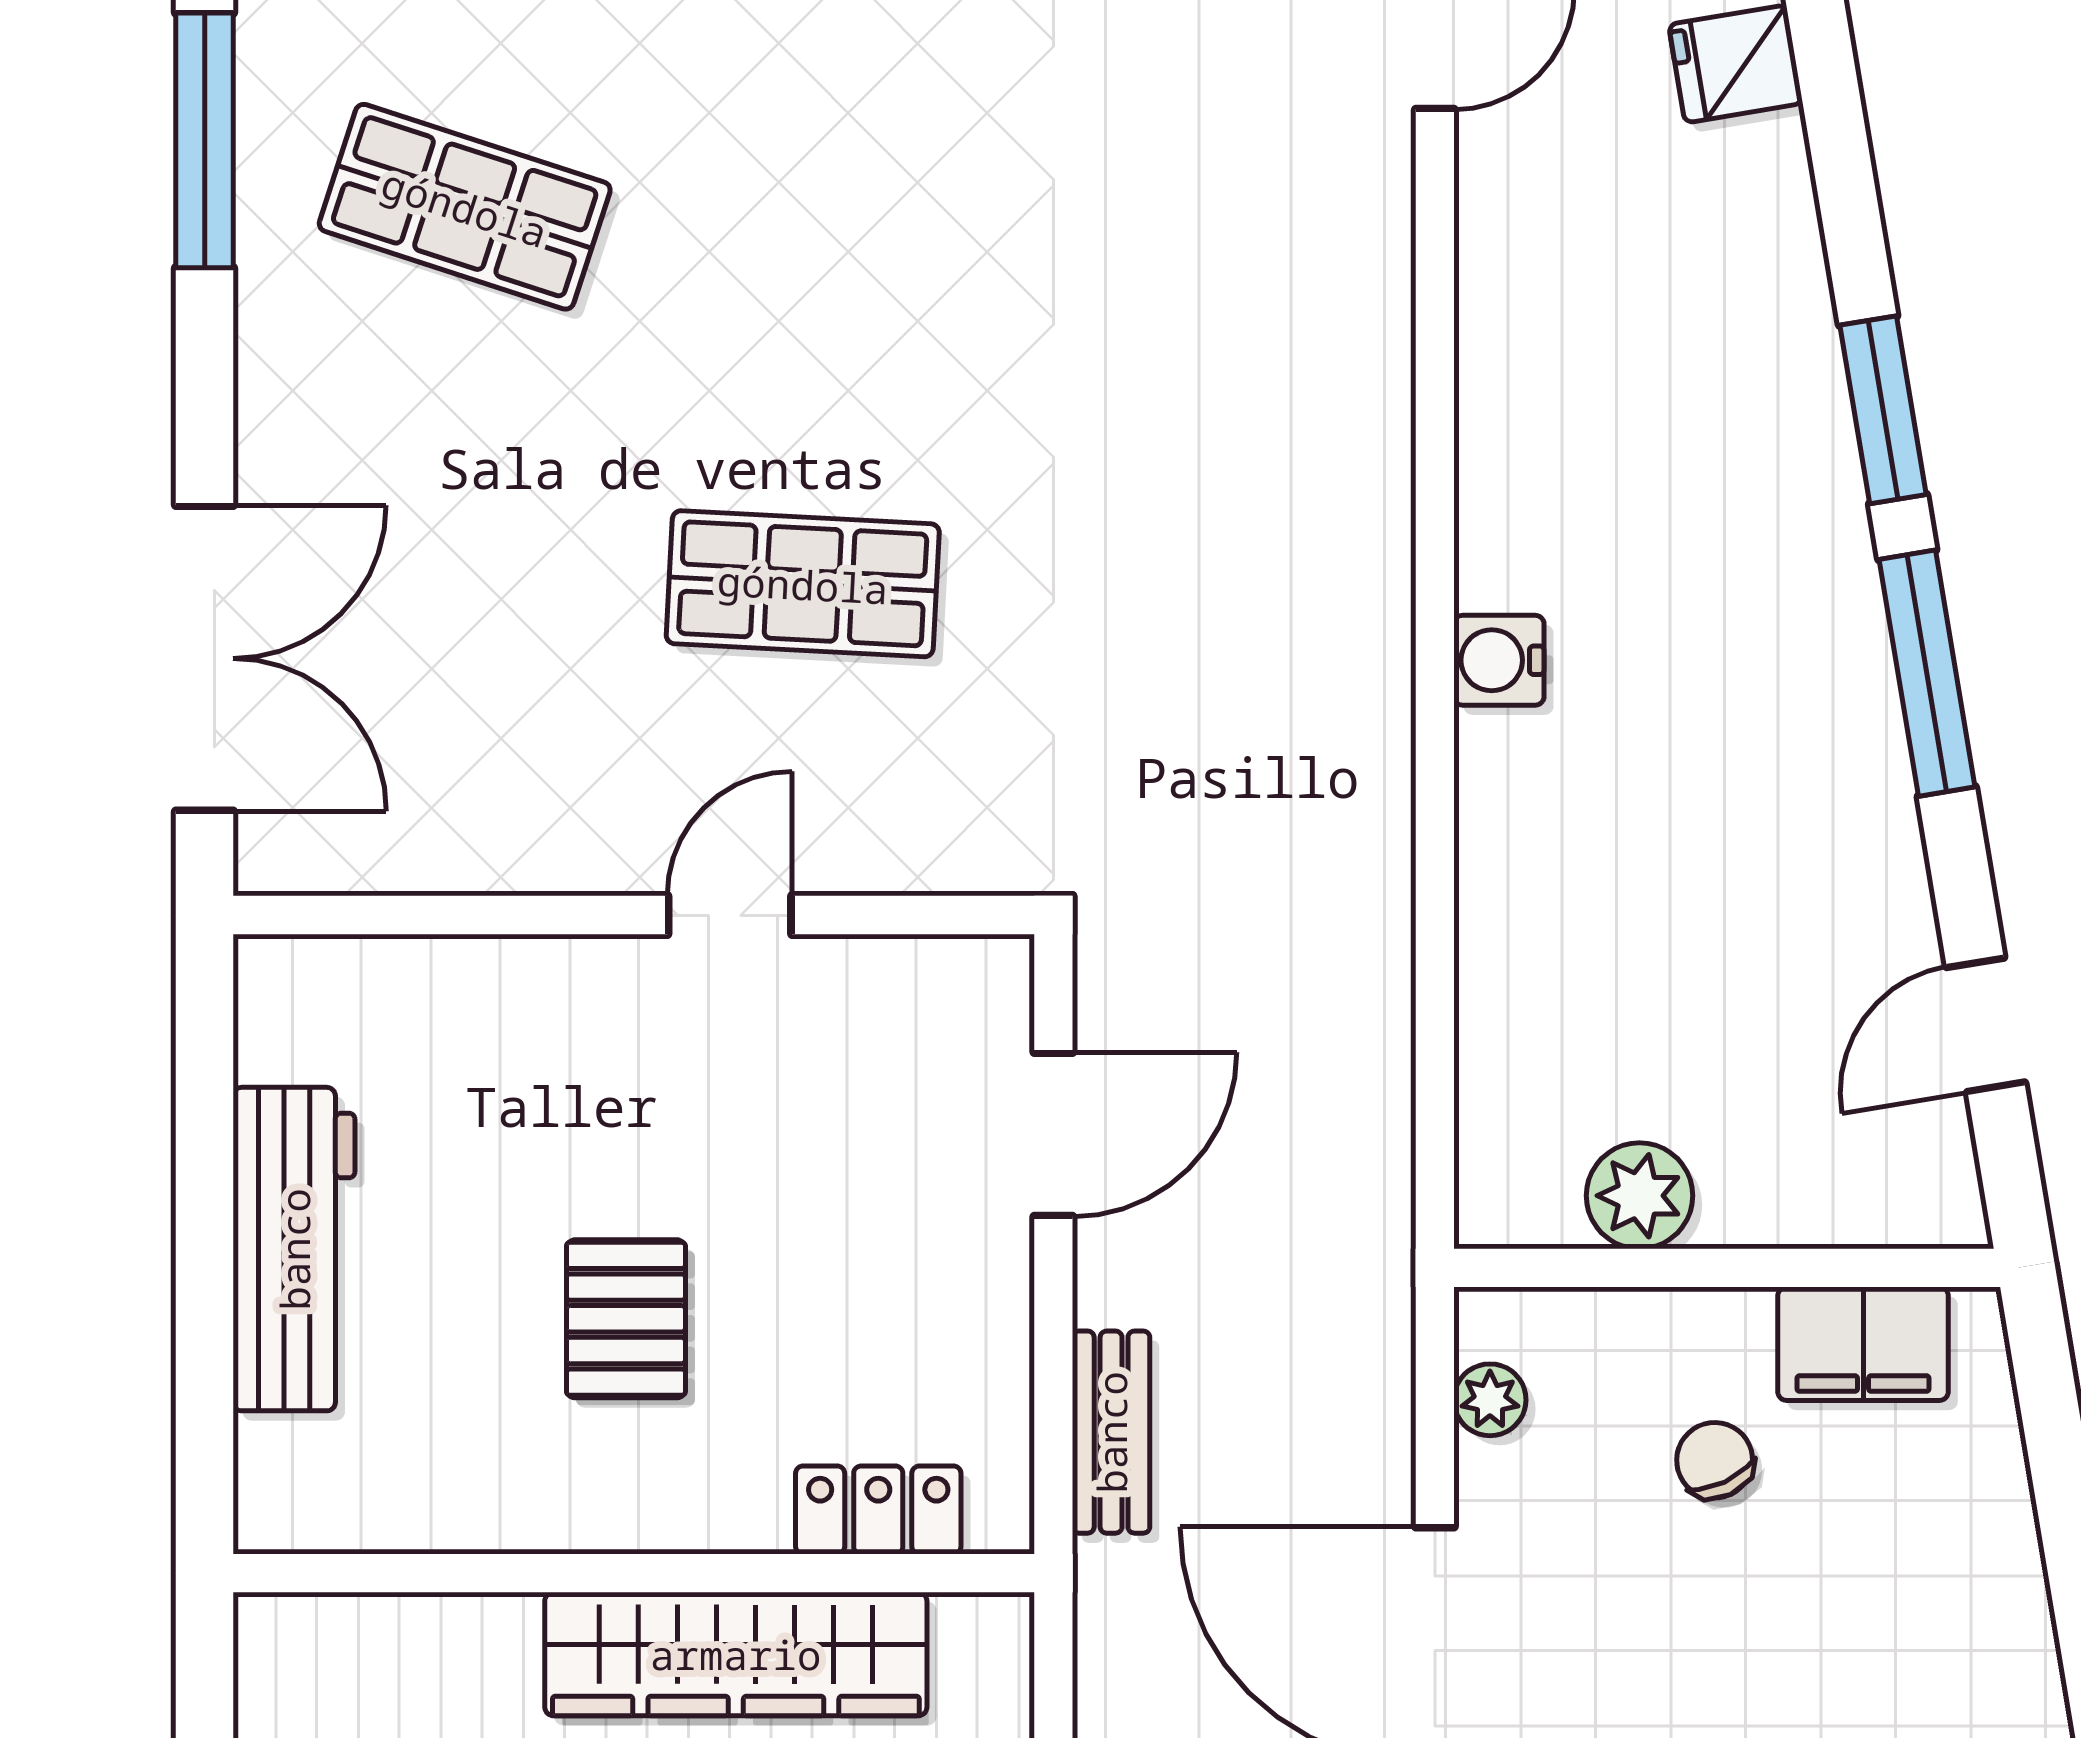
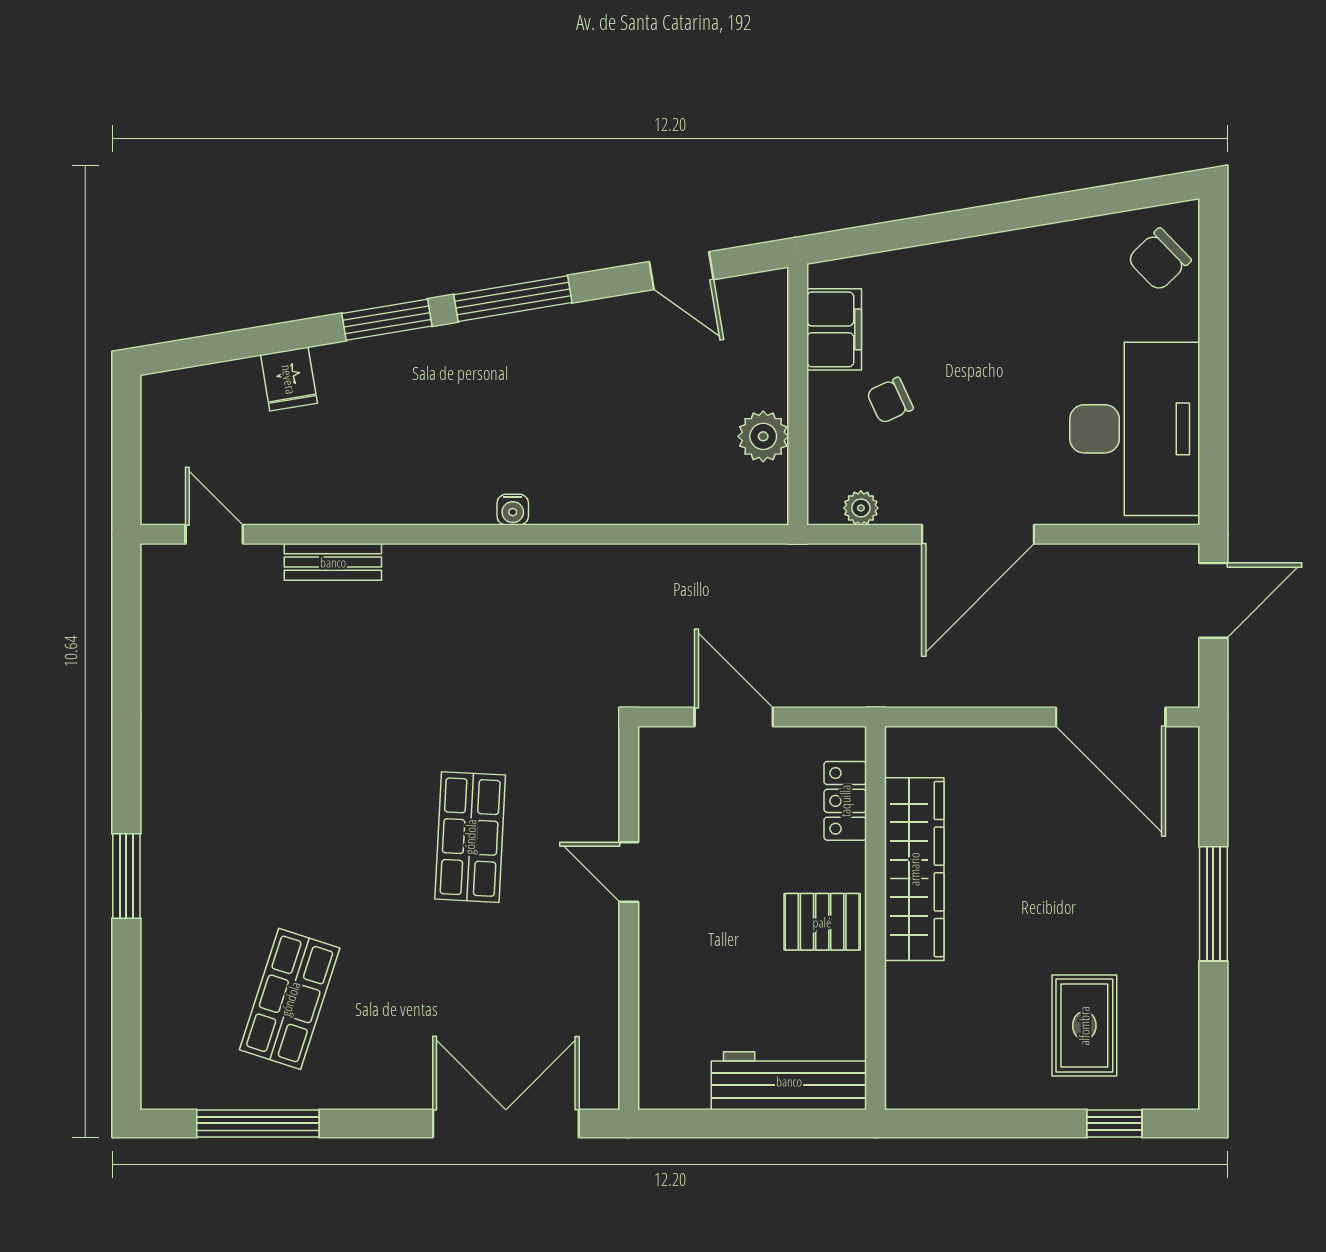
fridge: (1736, 64) -> (289, 379), moved
water cooler: (1499, 660) -> (513, 510), width x0.72, depth x0.72
bench: (1111, 1432) -> (333, 562), moved
locker: (878, 1510) -> (845, 801), moved
wall: (634, 1573) -> (875, 918), moved
wardrobe: (736, 1654) -> (914, 869), moved

